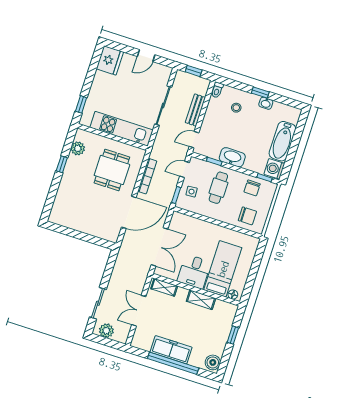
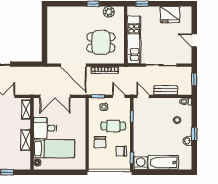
fridge: (110, 60) -> (170, 15), moved
washbasin: (232, 157) -> (139, 129), removed
chair: (247, 216) -> (100, 142), moved

